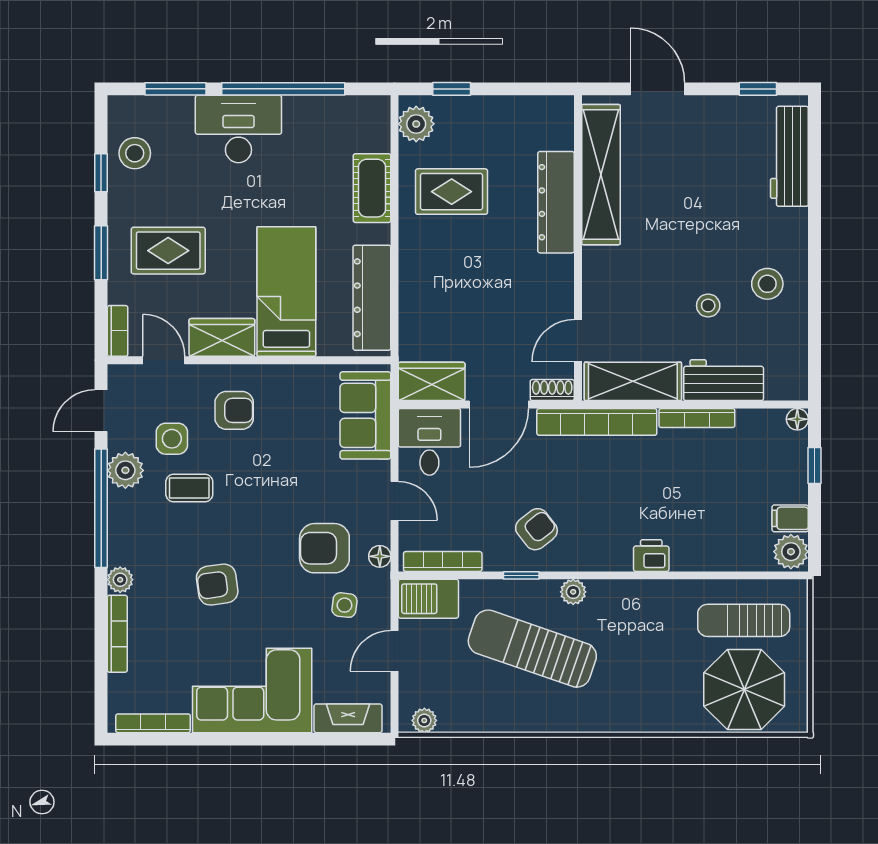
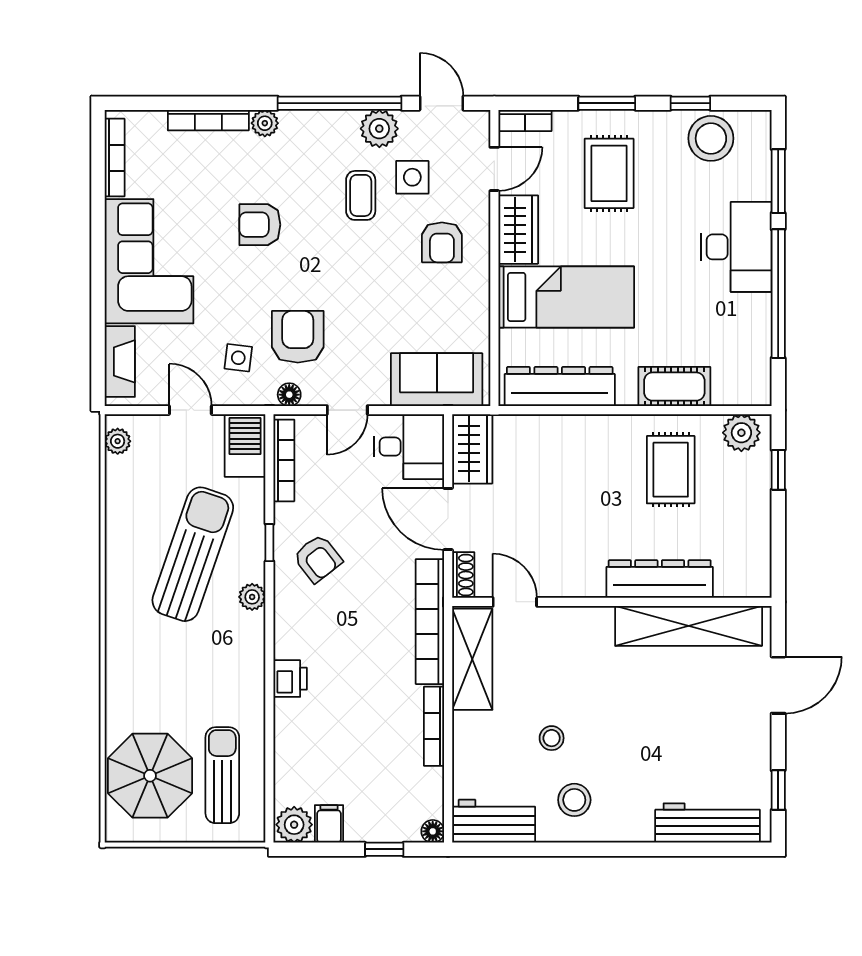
stool: (135, 153) -> (711, 138), width x1.38, depth x1.38
workbench: (724, 380) -> (494, 821), moved, turned -90
armchair: (217, 585) -> (260, 225), turned -82

